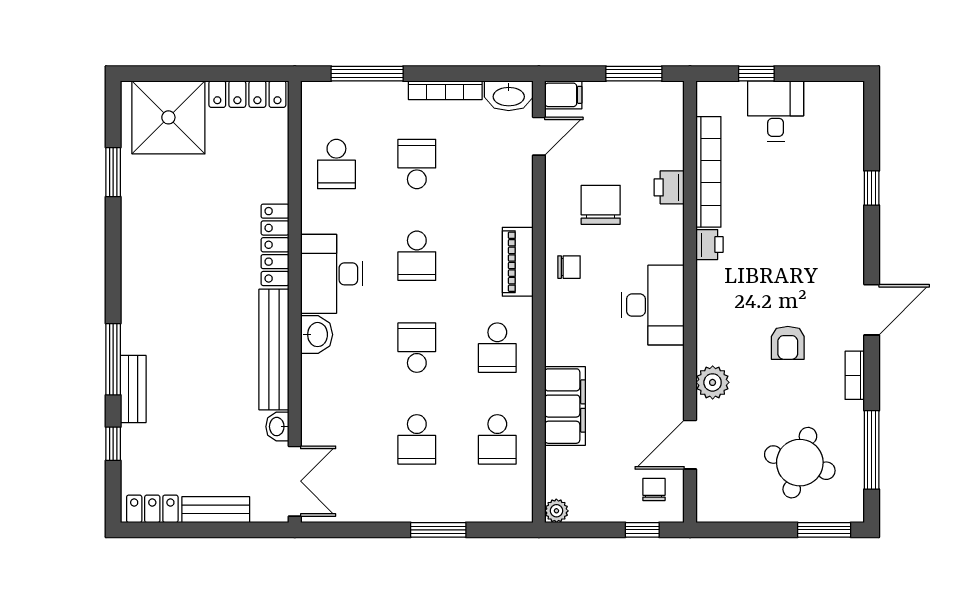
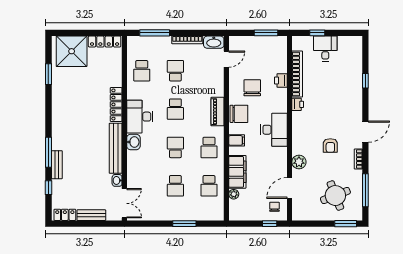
filing cabinet: (563, 95) -> (237, 140), moved
chair: (569, 267) -> (239, 114), width x1.87, depth x1.87
round table: (800, 463) -> (335, 196), turned -38
plant: (556, 511) -> (234, 194), moved

